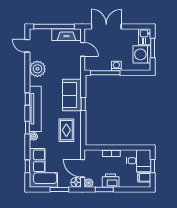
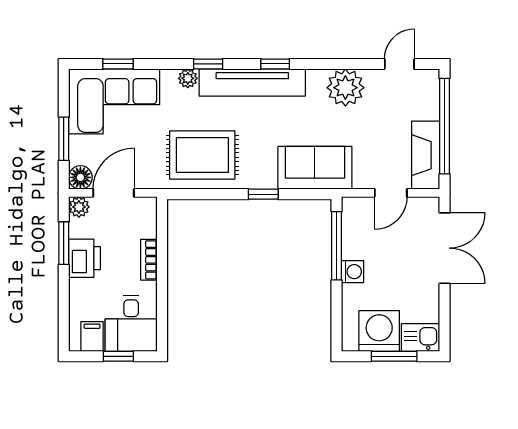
sofa: (72, 95) -> (315, 168), moved
rug: (66, 130) -> (202, 155), width x1.36, depth x1.43

